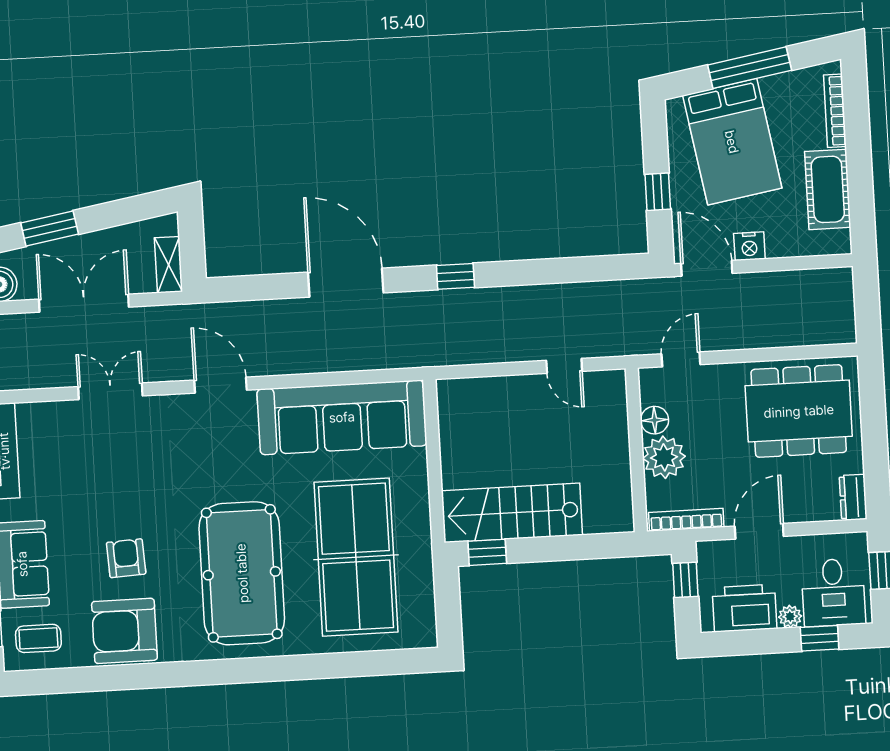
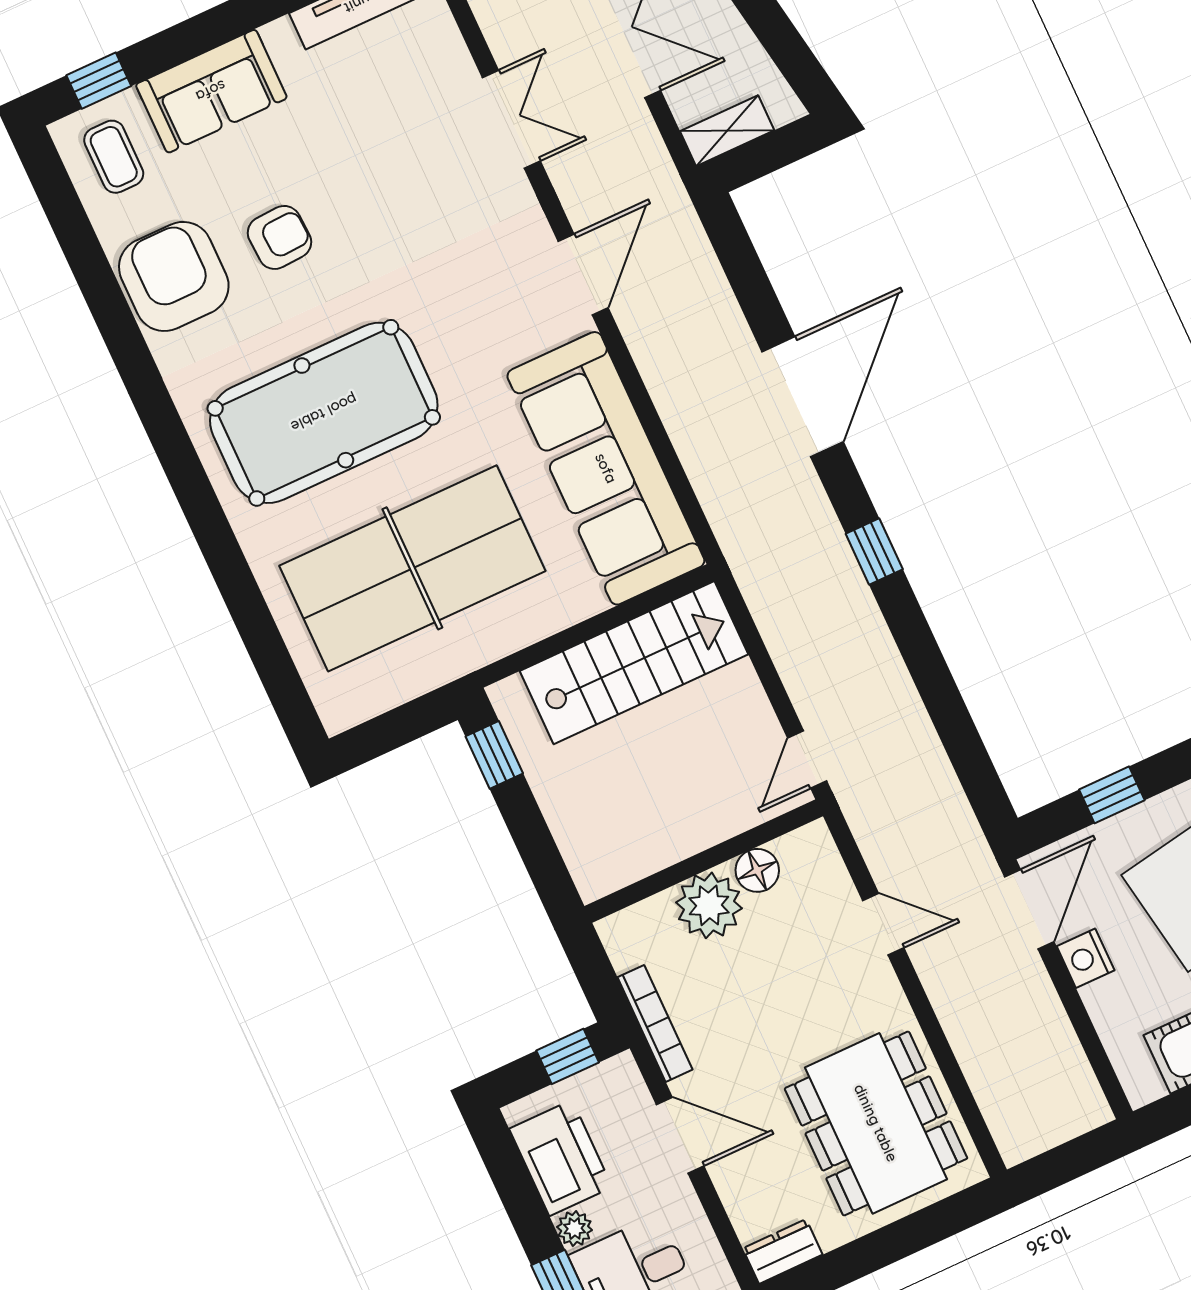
floor lamp: (655, 420) -> (757, 870), moved
wall: (636, 450) -> (704, 861), moved
plant: (664, 457) -> (709, 905), moved
stairs: (512, 513) -> (634, 663), moved, turned 90

